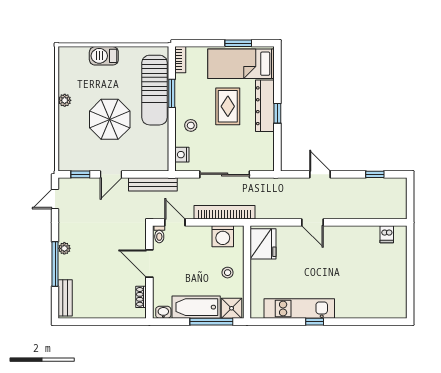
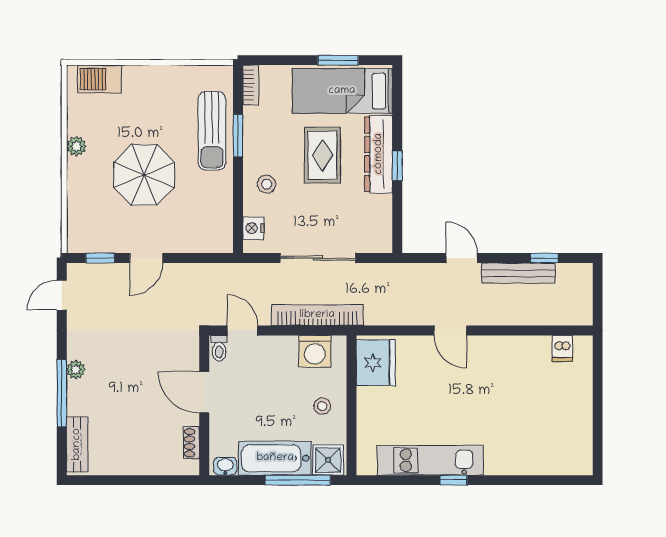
barbecue: (104, 56) -> (100, 79), moved
sun lounger: (155, 90) -> (212, 131), width x0.73, depth x0.75
bench: (153, 184) -> (518, 273), moved

